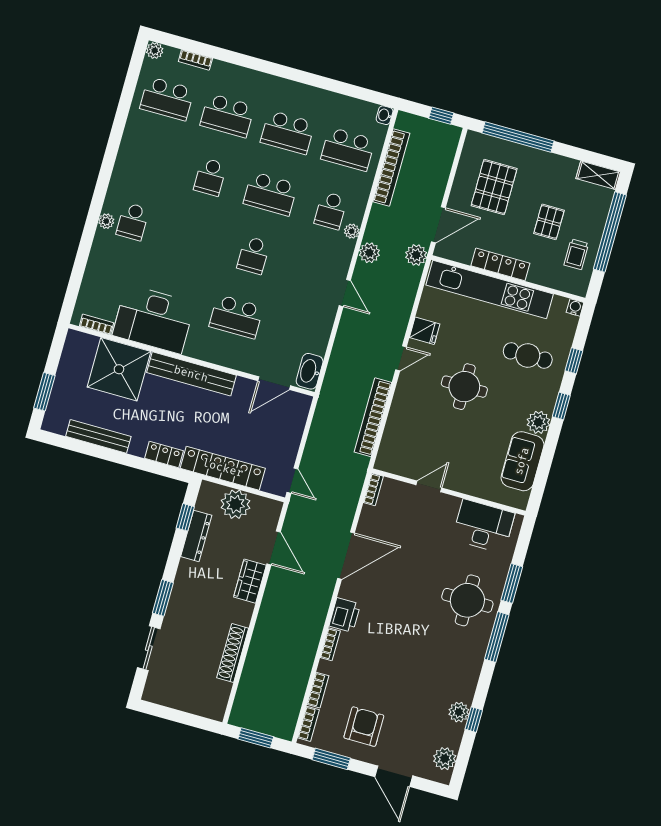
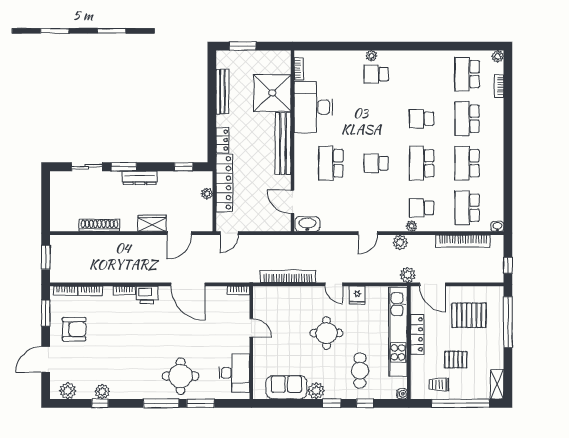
plant: (235, 504) -> (207, 194), width x0.53, depth x0.53
dresser: (196, 536) -> (140, 178), moved

